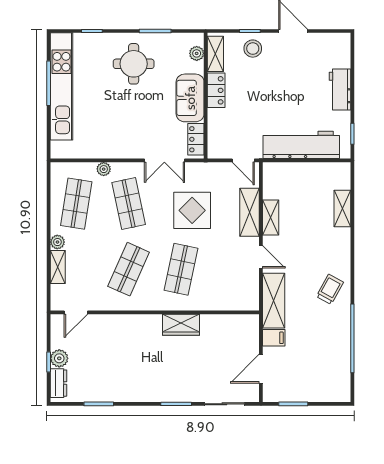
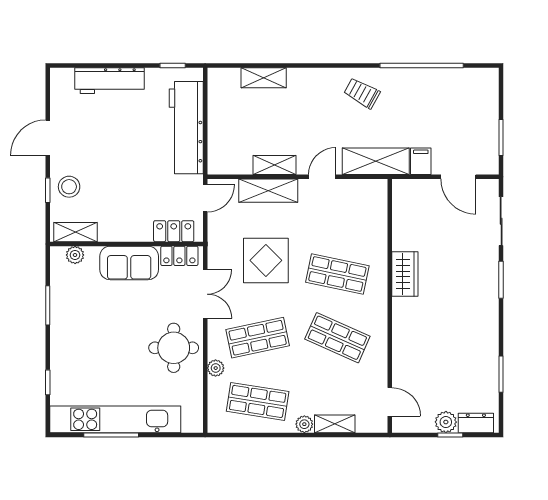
round table: (134, 64) -> (174, 348), moved
locker: (216, 90) -> (174, 231), moved
workbench: (340, 90) -> (109, 81), width x1.38

